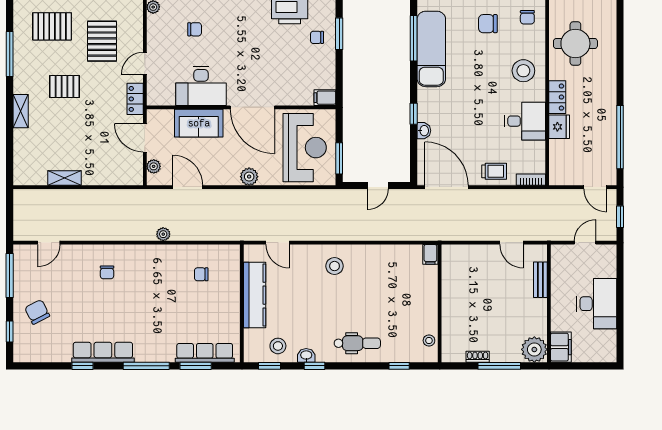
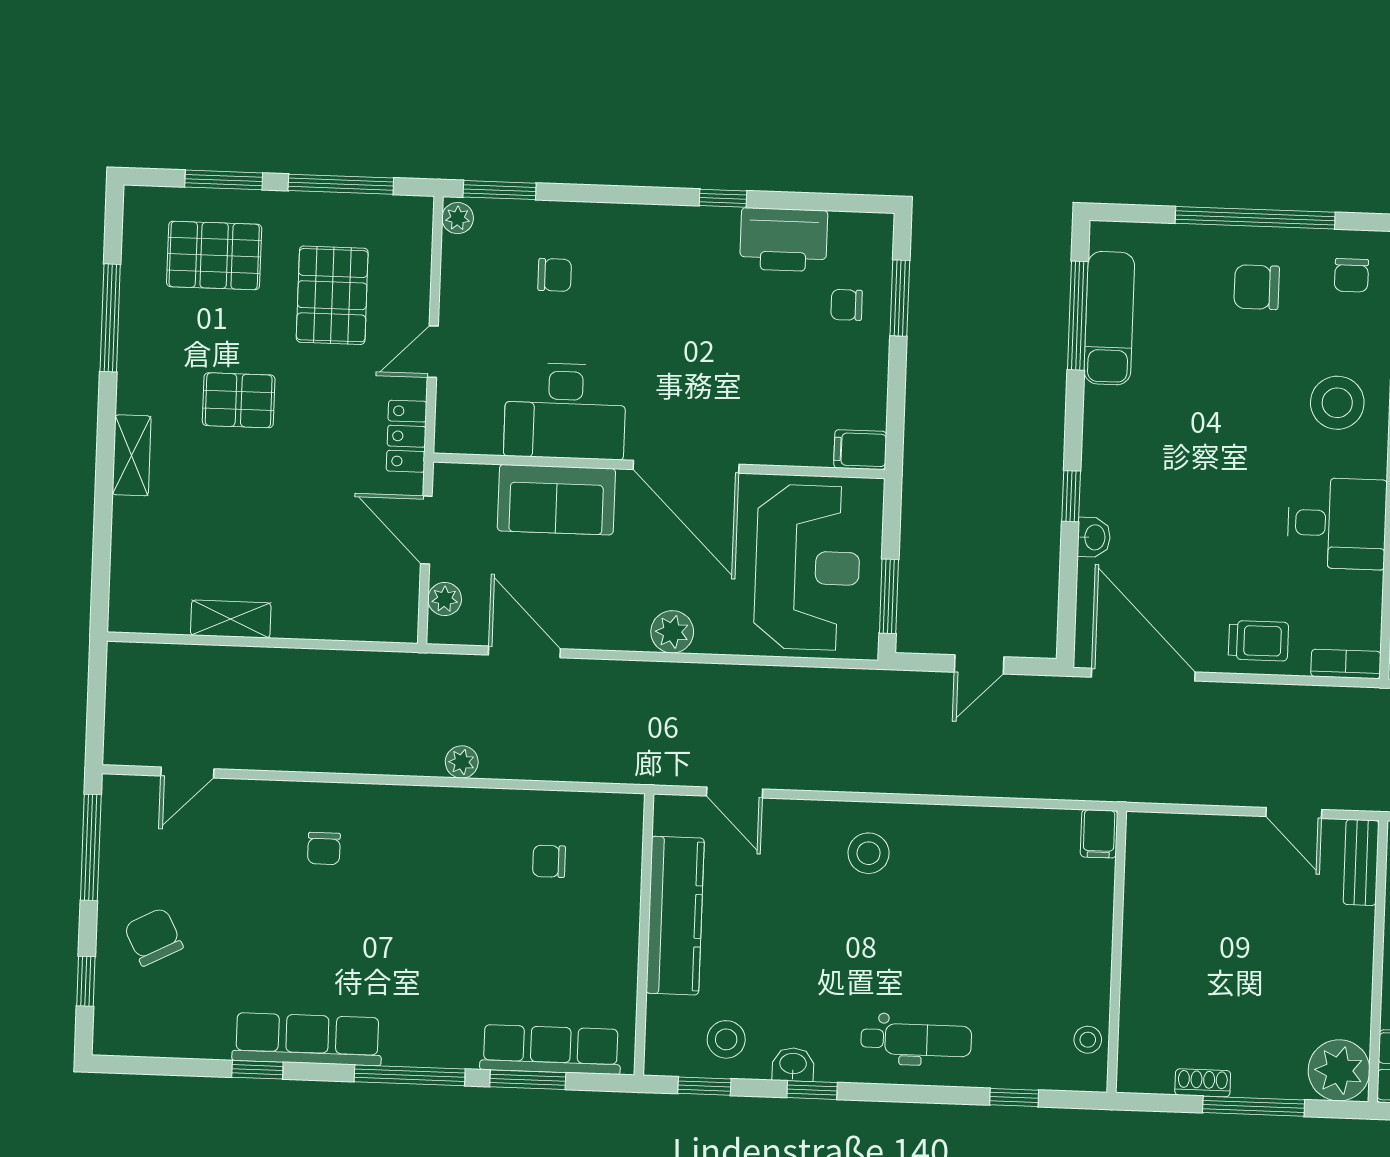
exam couch: (431, 49) -> (1109, 318), width x0.73, depth x0.69
bench: (540, 280) -> (1361, 862), moved

